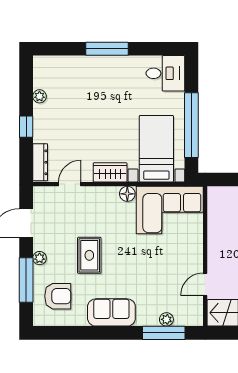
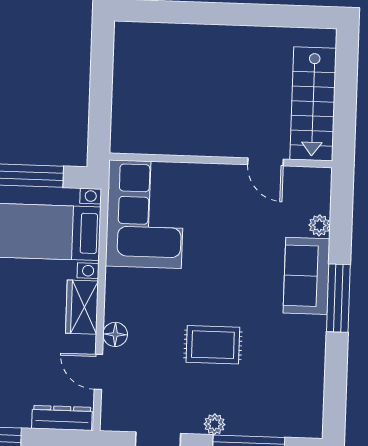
floor lamp: (127, 194) -> (115, 334), moved
armchair: (58, 296) -> (276, 397), removed
sofa: (111, 312) -> (306, 276), moved
window: (164, 333) -> (338, 298), moved

